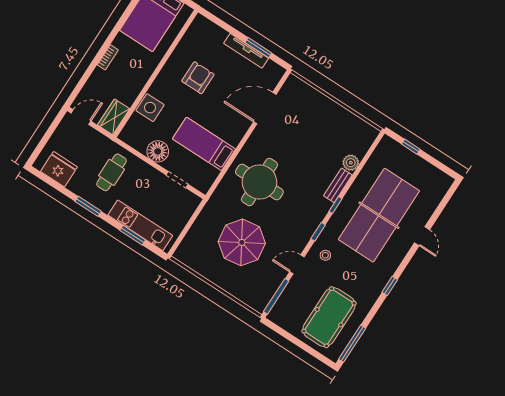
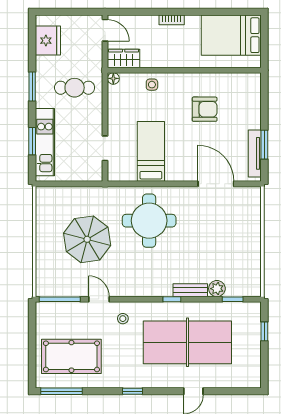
tv unit: (246, 51) -> (255, 153), moved
side table: (150, 108) -> (152, 85), width x0.54, depth x0.54
floor lamp: (158, 151) -> (113, 78), moved, width x0.53, depth x0.53
window: (318, 232) -> (233, 299), moved

